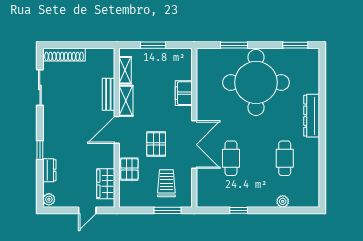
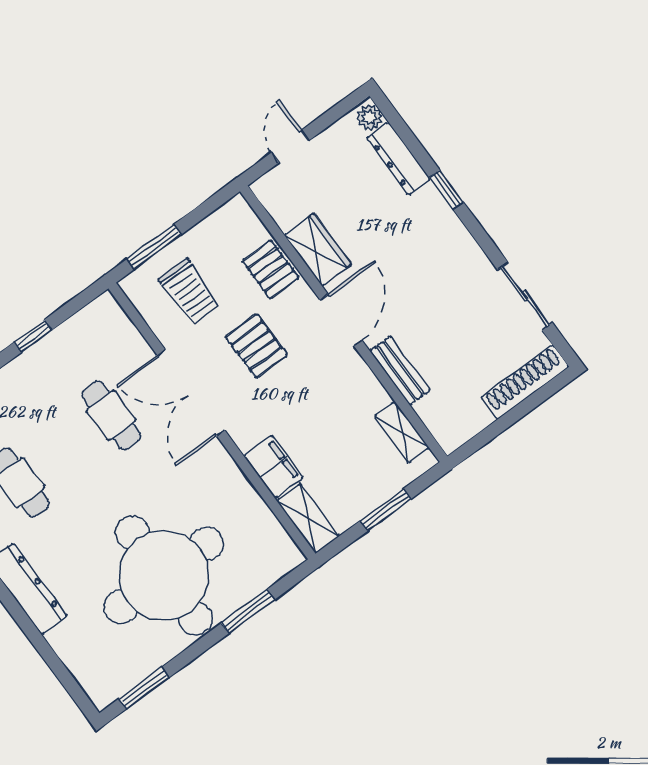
shelving: (126, 101) -> (308, 518), moved
dresser: (49, 170) -> (399, 159), width x1.44
wardrobe: (106, 184) -> (318, 250), moved

